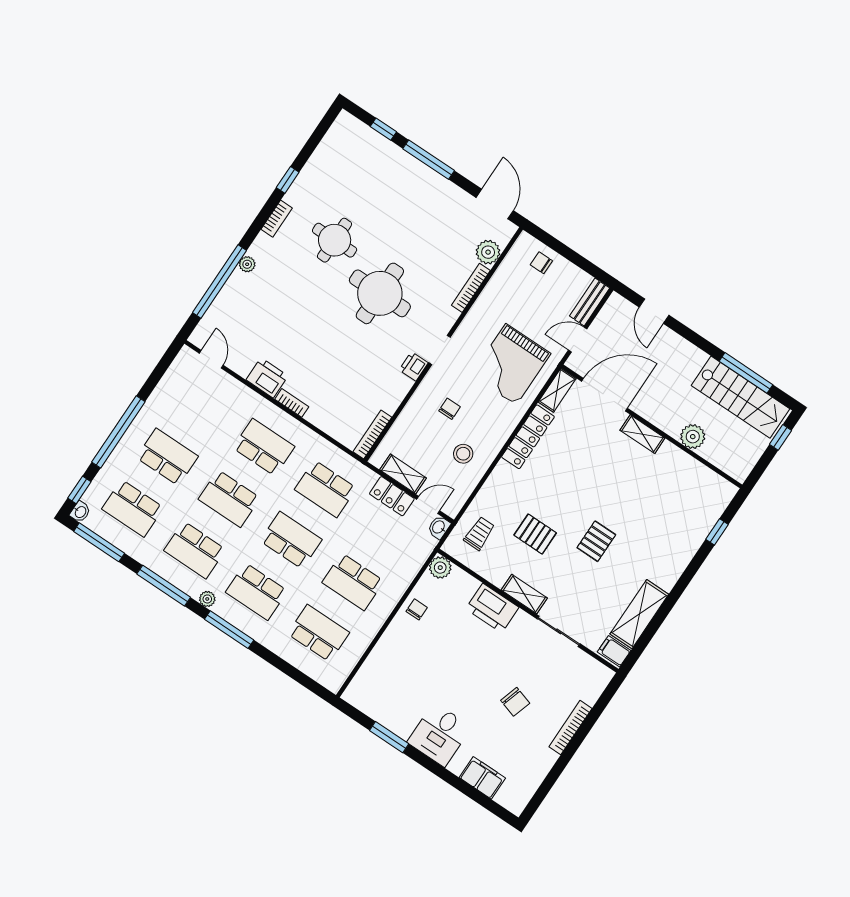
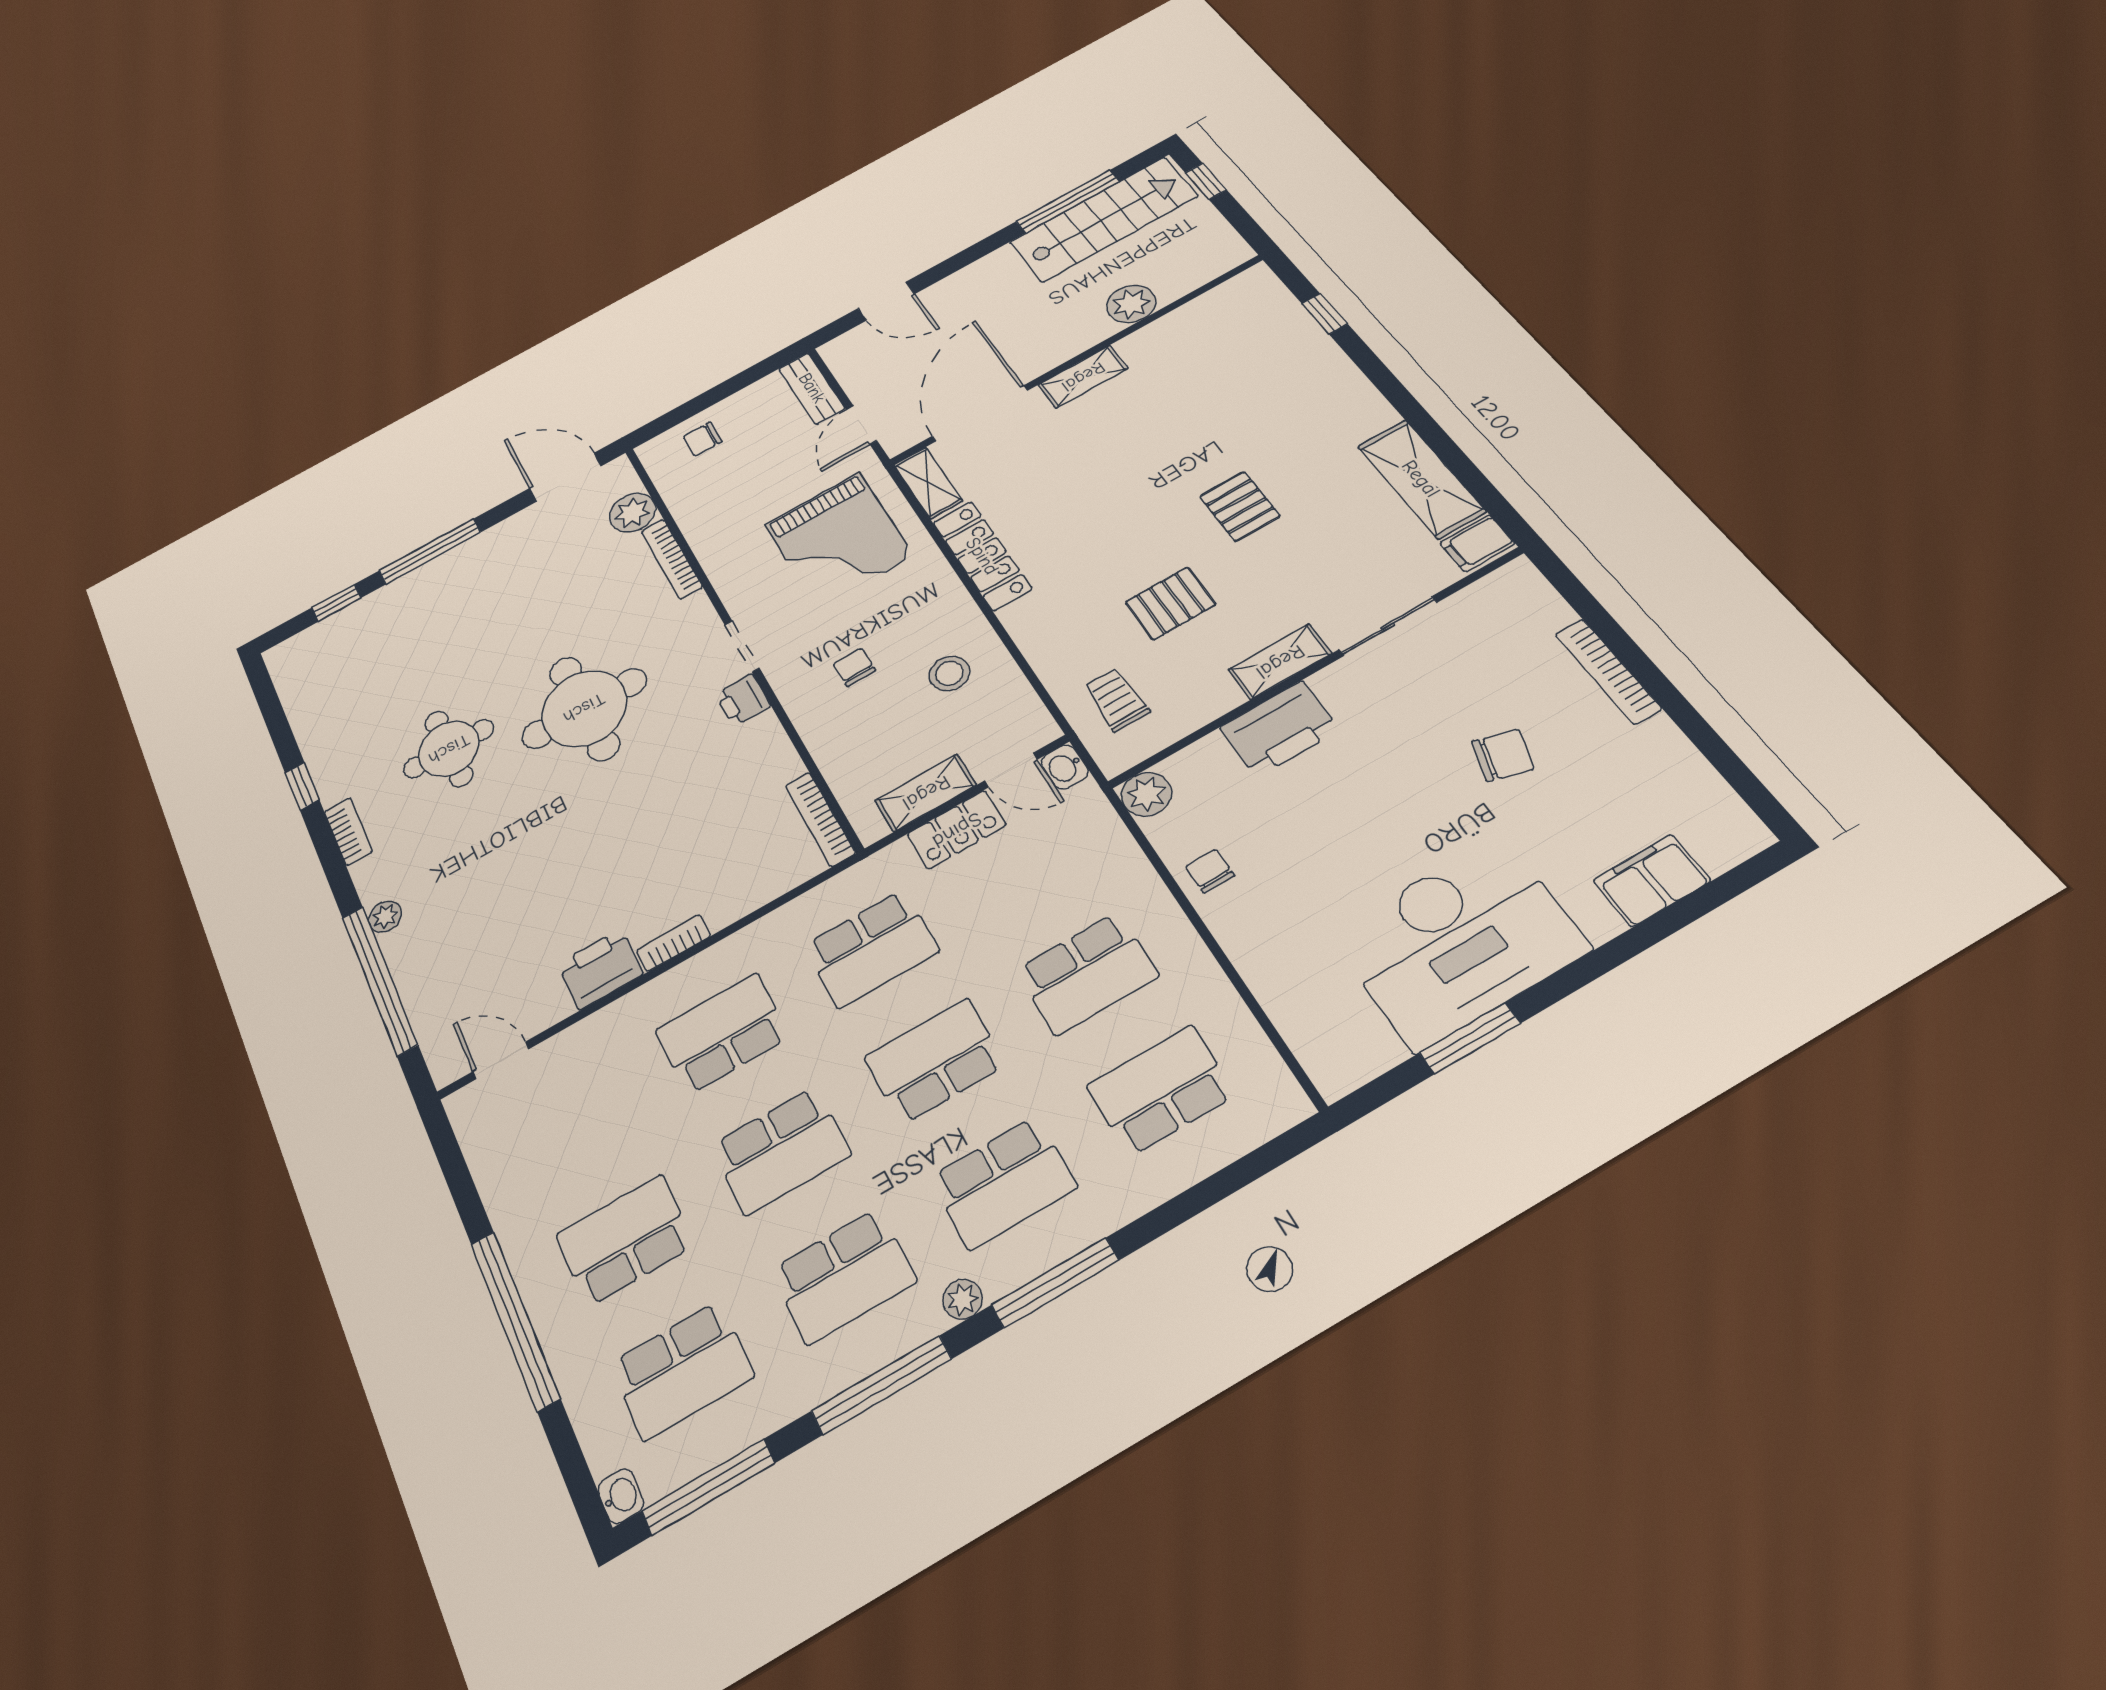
window: (79, 490) -> (576, 1472), removed
door: (428, 505) -> (1011, 770), swing flipped
desk: (439, 735) -> (1459, 941), width x1.87, depth x1.30

